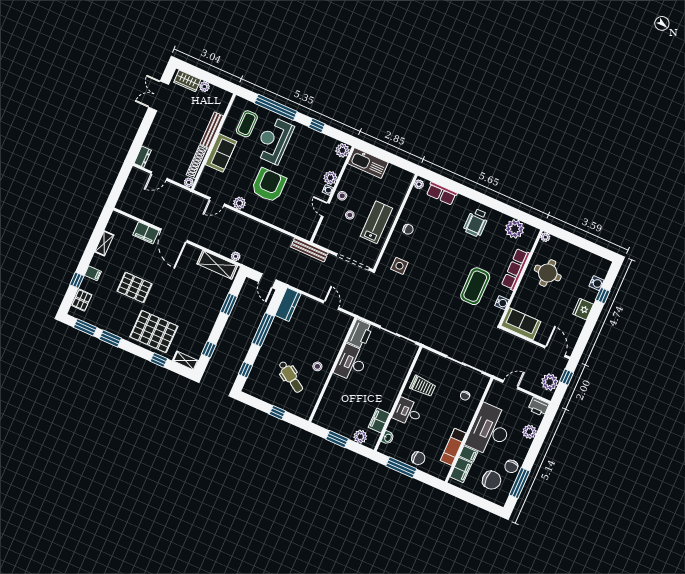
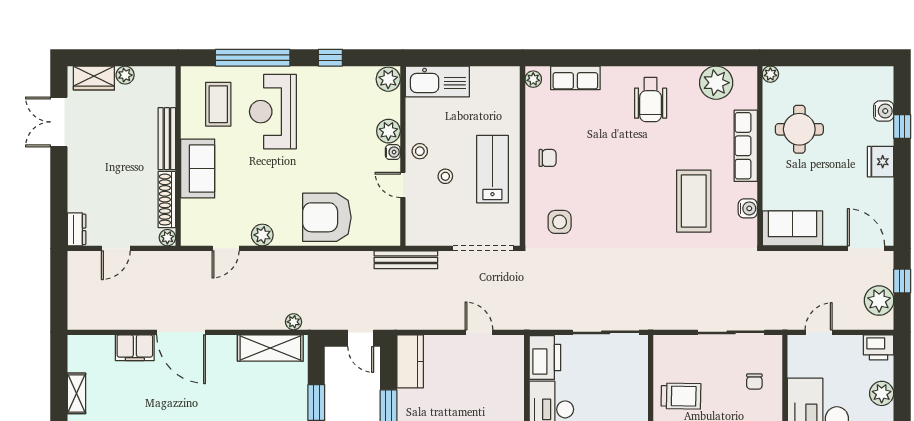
armchair: (269, 185) -> (327, 217), moved, turned -90

